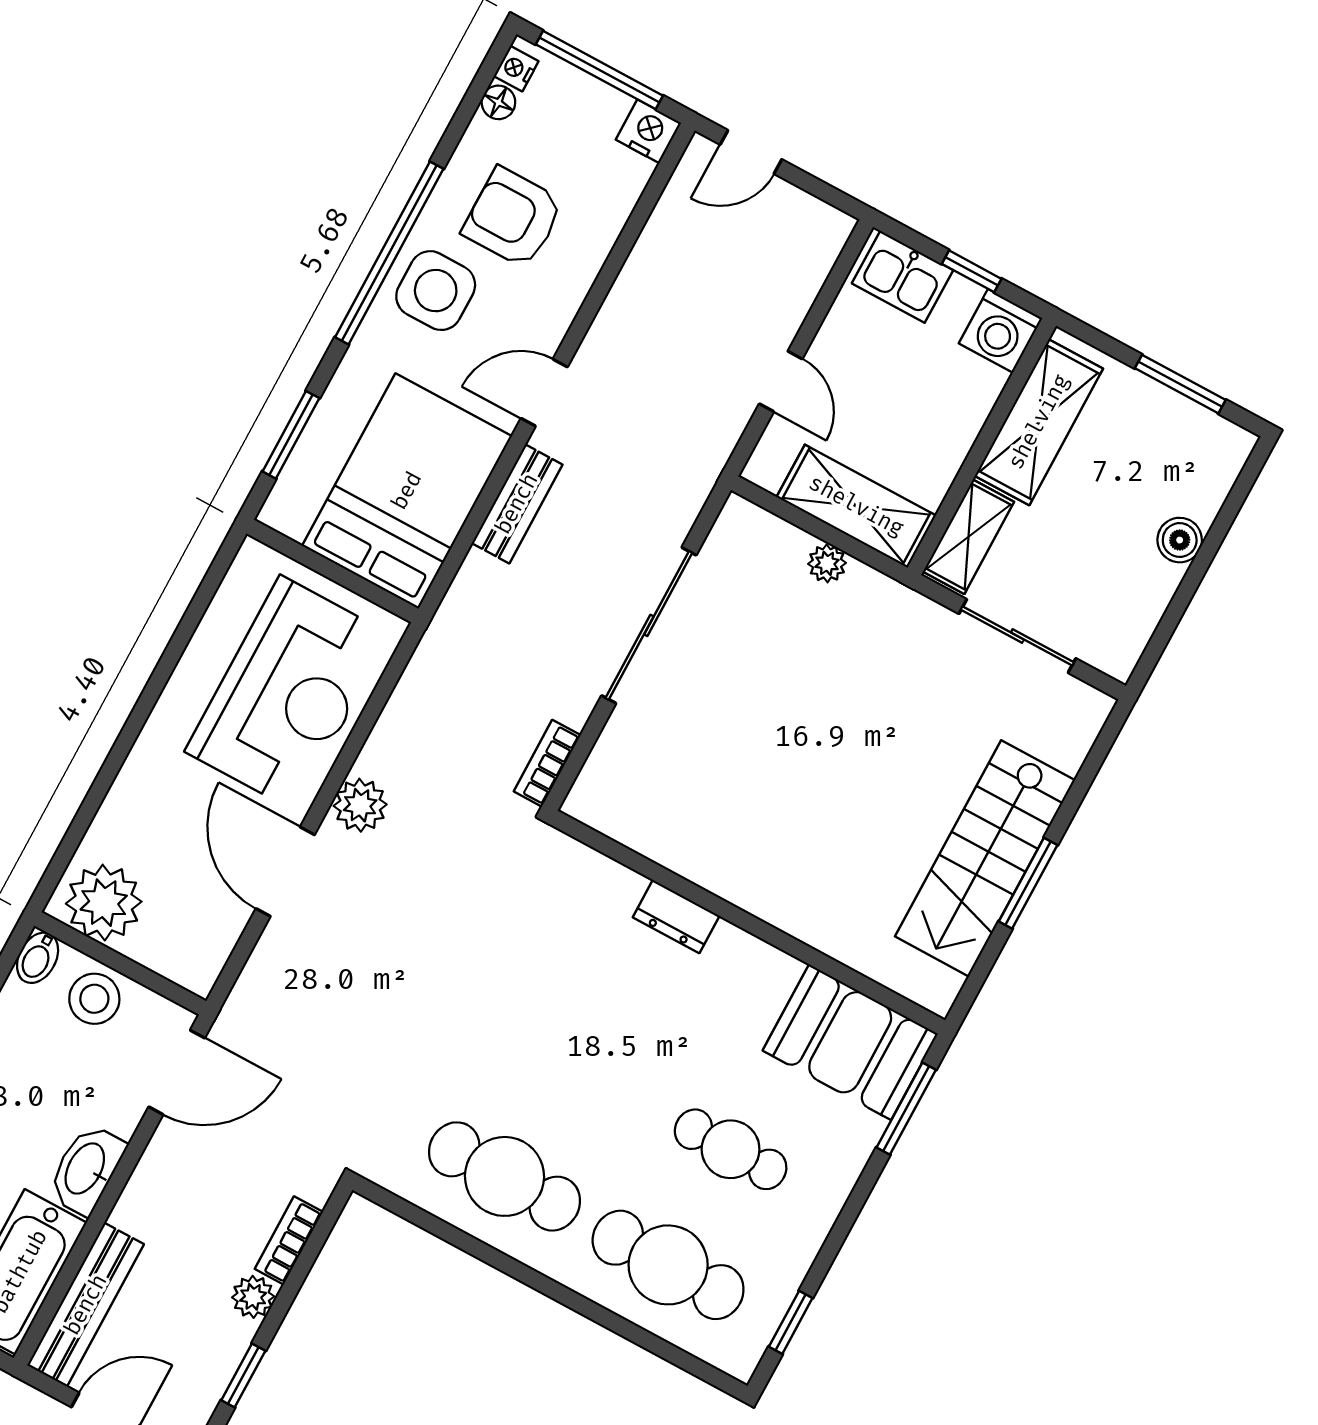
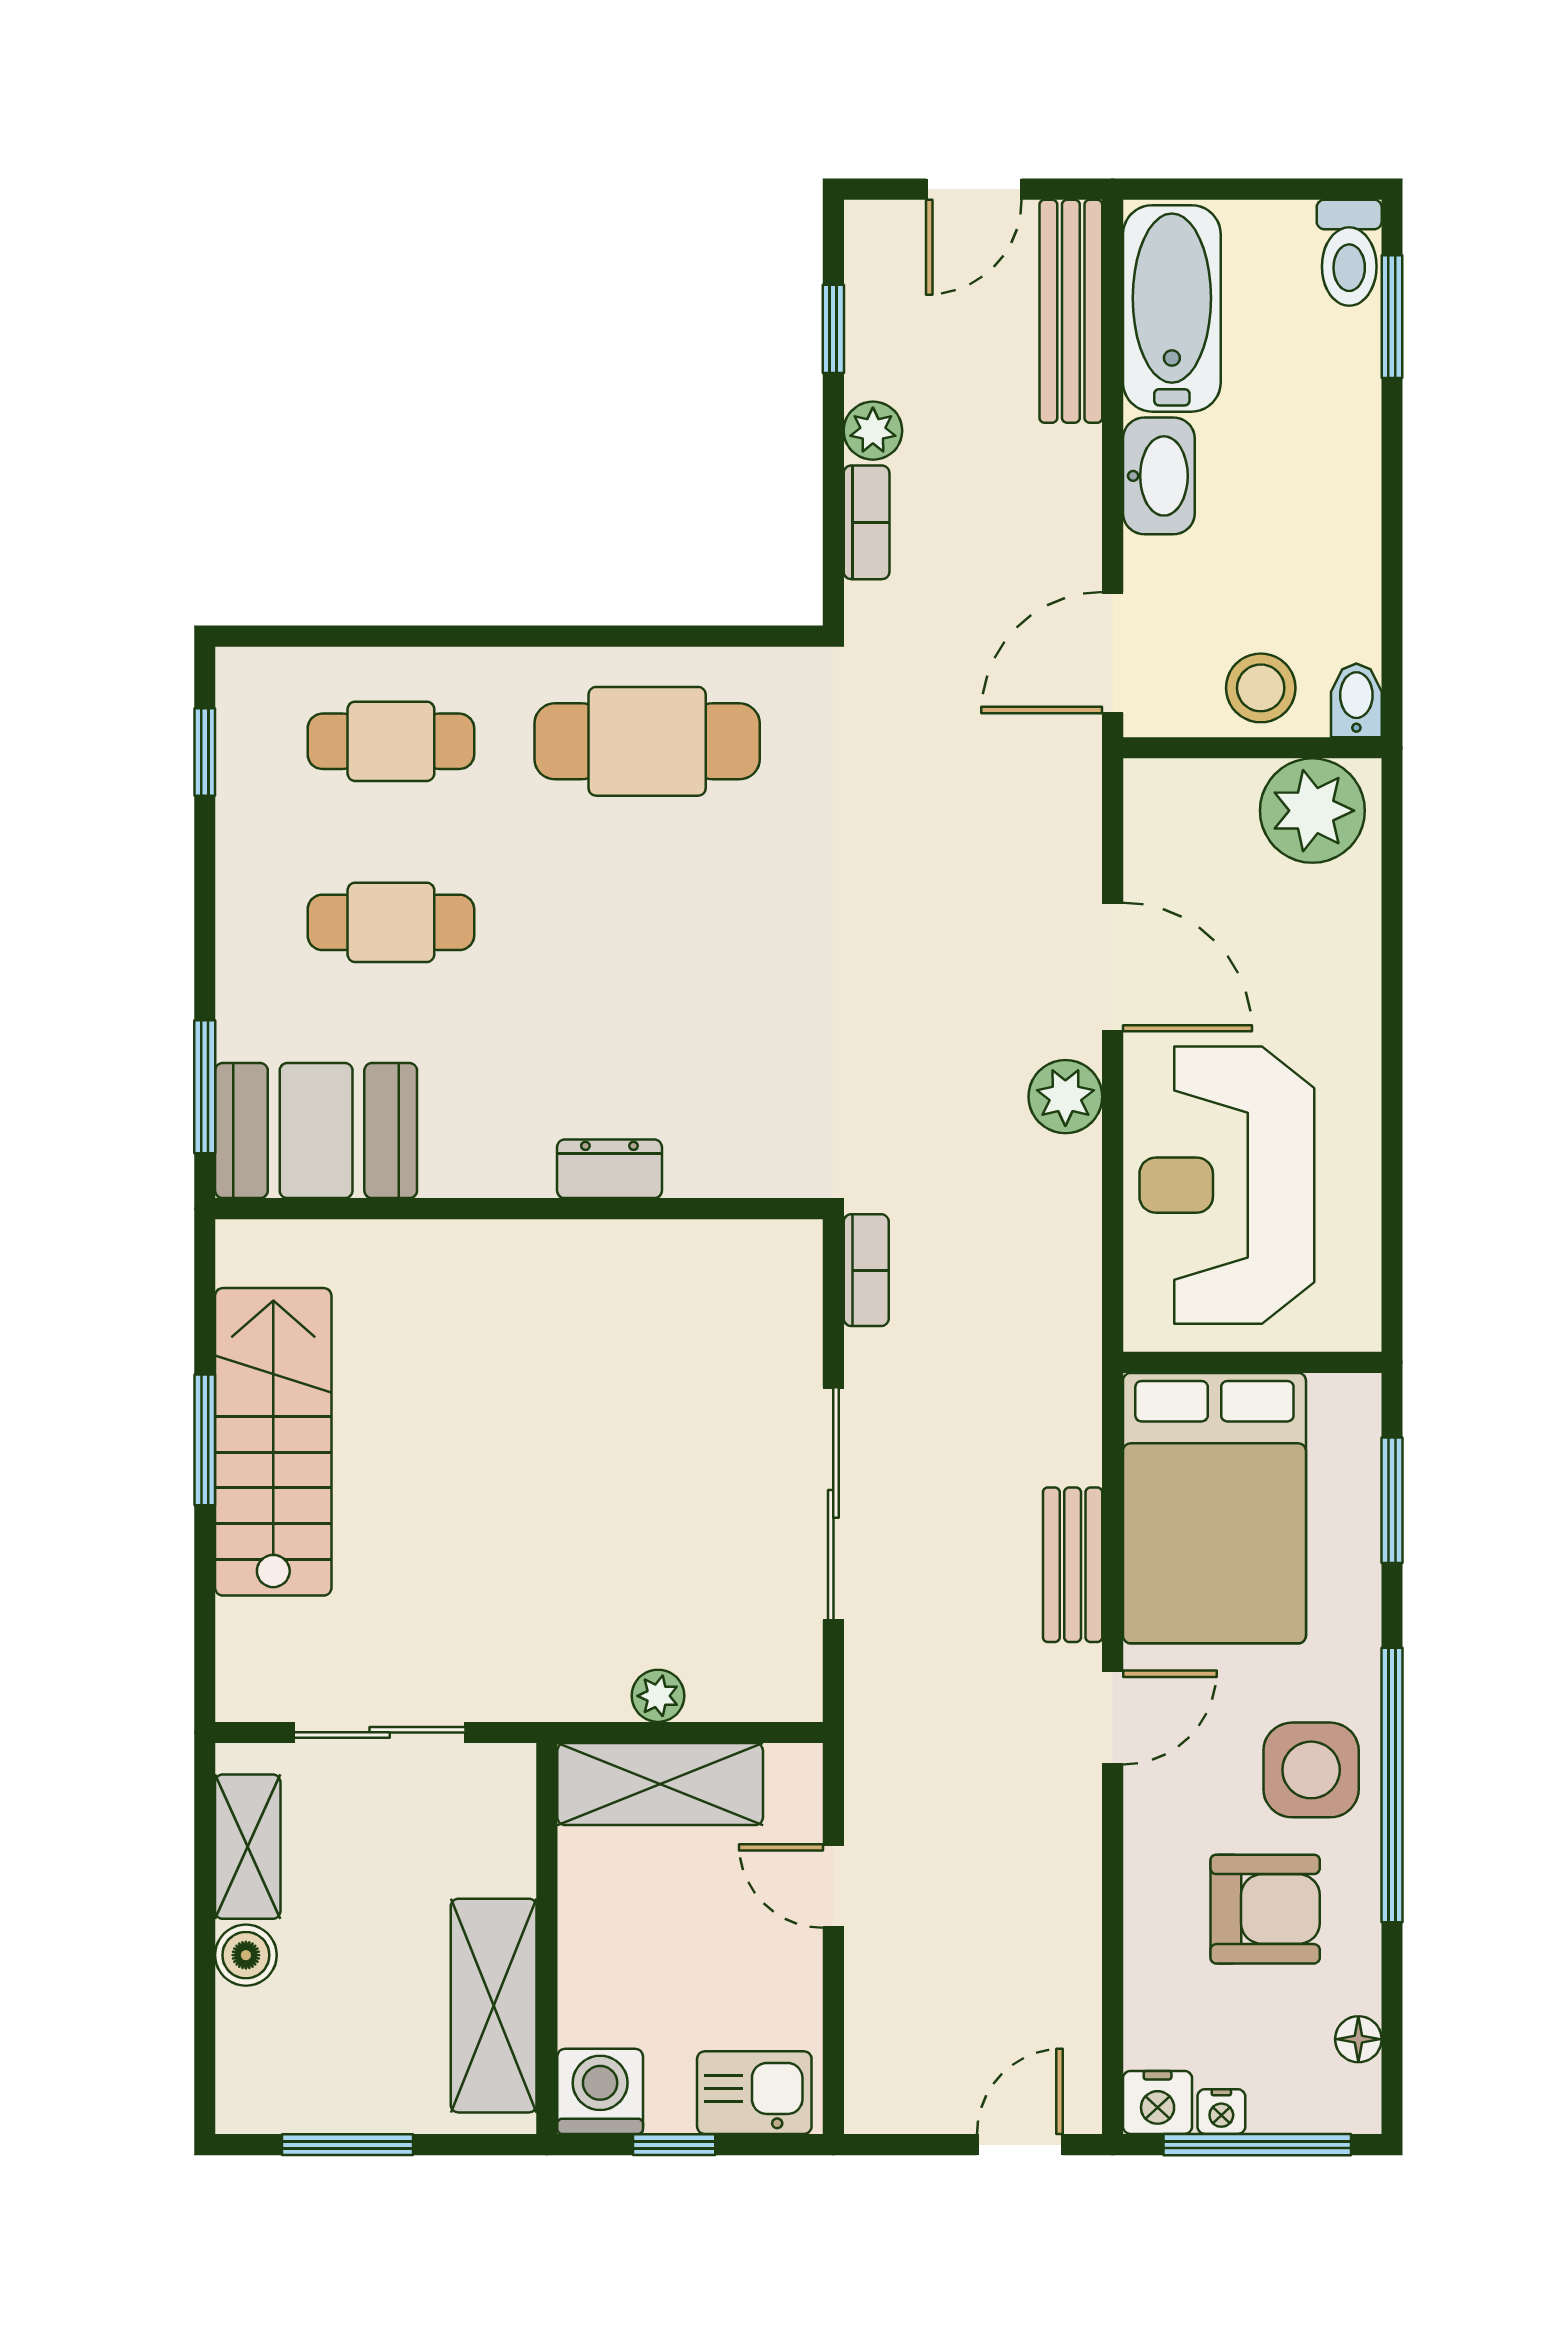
nightstand: (516, 69) -> (1221, 2112), moved, turned 90
shelving: (969, 537) -> (248, 1847), moved
cafe table: (668, 1265) -> (391, 741), width x0.73, depth x0.74

